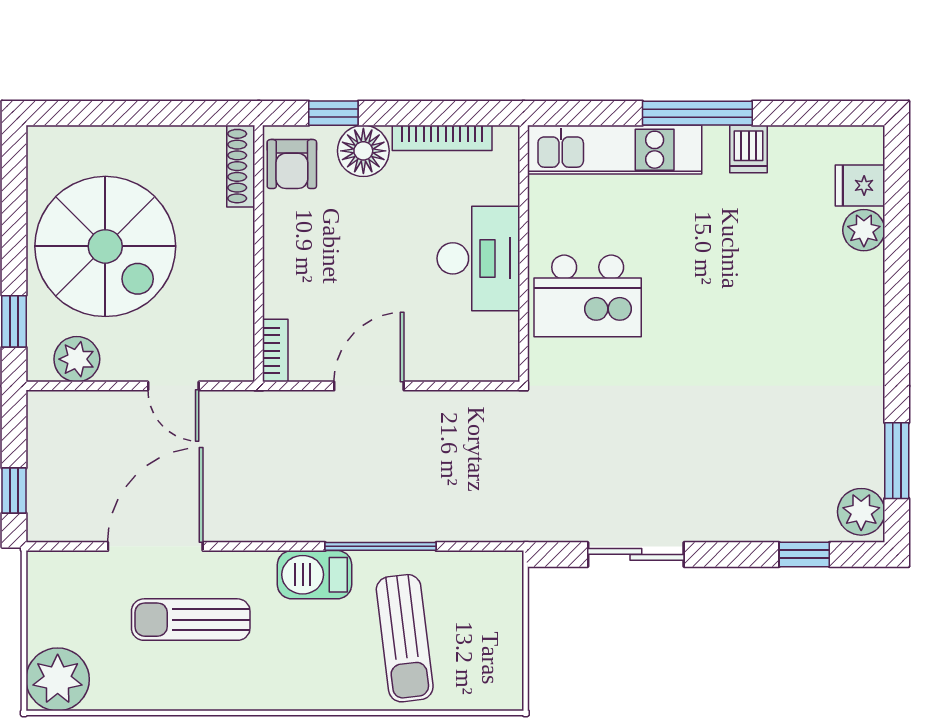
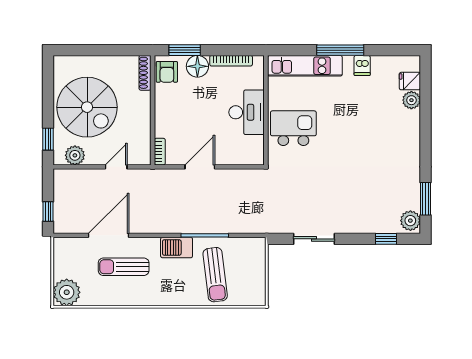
window: (333, 113) -> (185, 50), width x1.50
kitchen island: (588, 296) -> (293, 128), turned 180
door: (173, 386) -> (116, 167), swing flipped

